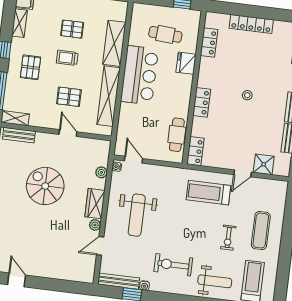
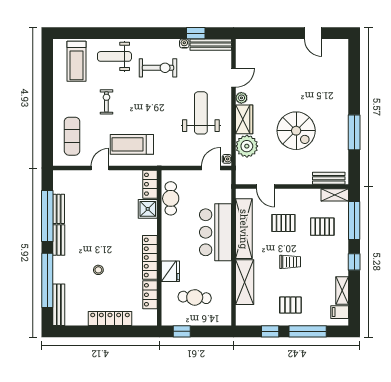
pallet: (72, 29) -> (290, 305), moved
pallet: (30, 67) -> (322, 227), moved, turned 90
bar counter: (139, 75) -> (216, 232), moved
stool: (247, 95) -> (98, 270), moved
locker: (202, 102) -> (150, 257), moved, width x1.53
door: (68, 133) -> (265, 187), moved
door: (133, 160) -> (211, 168), swing flipped
shower: (264, 164) -> (148, 209), moved
plant: (101, 172) -> (247, 146), width x1.87, depth x1.87
treadmill: (208, 193) -> (132, 144), turned 180
exercise mat: (261, 231) -> (72, 136), moved

